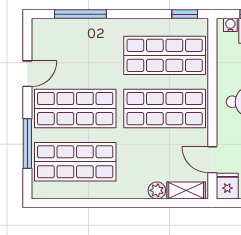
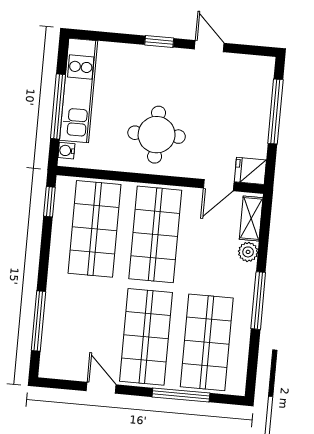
window: (115, 203) -> (258, 301), added

